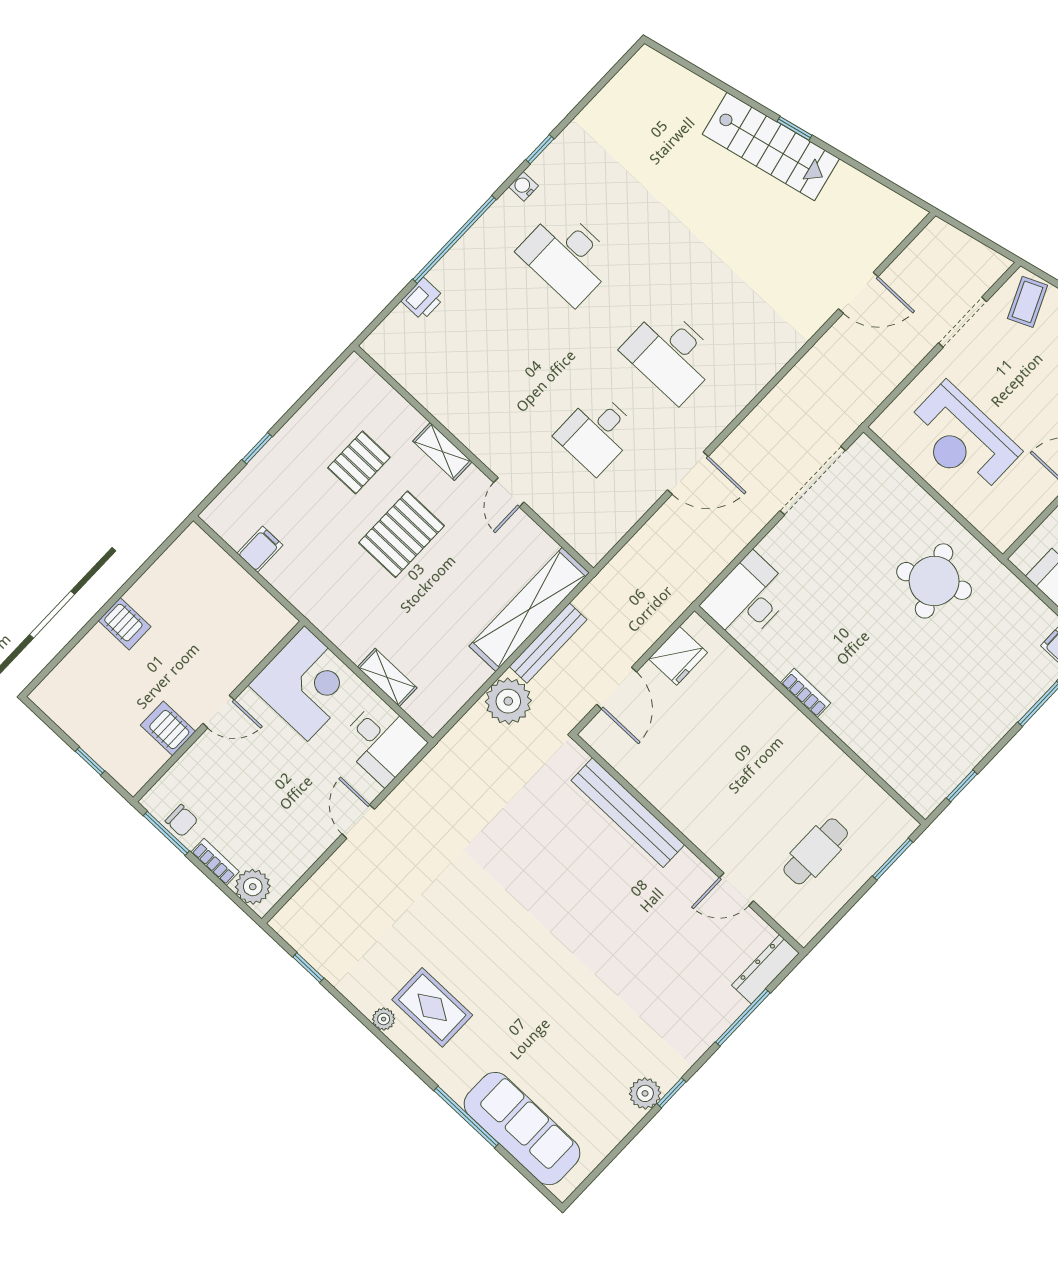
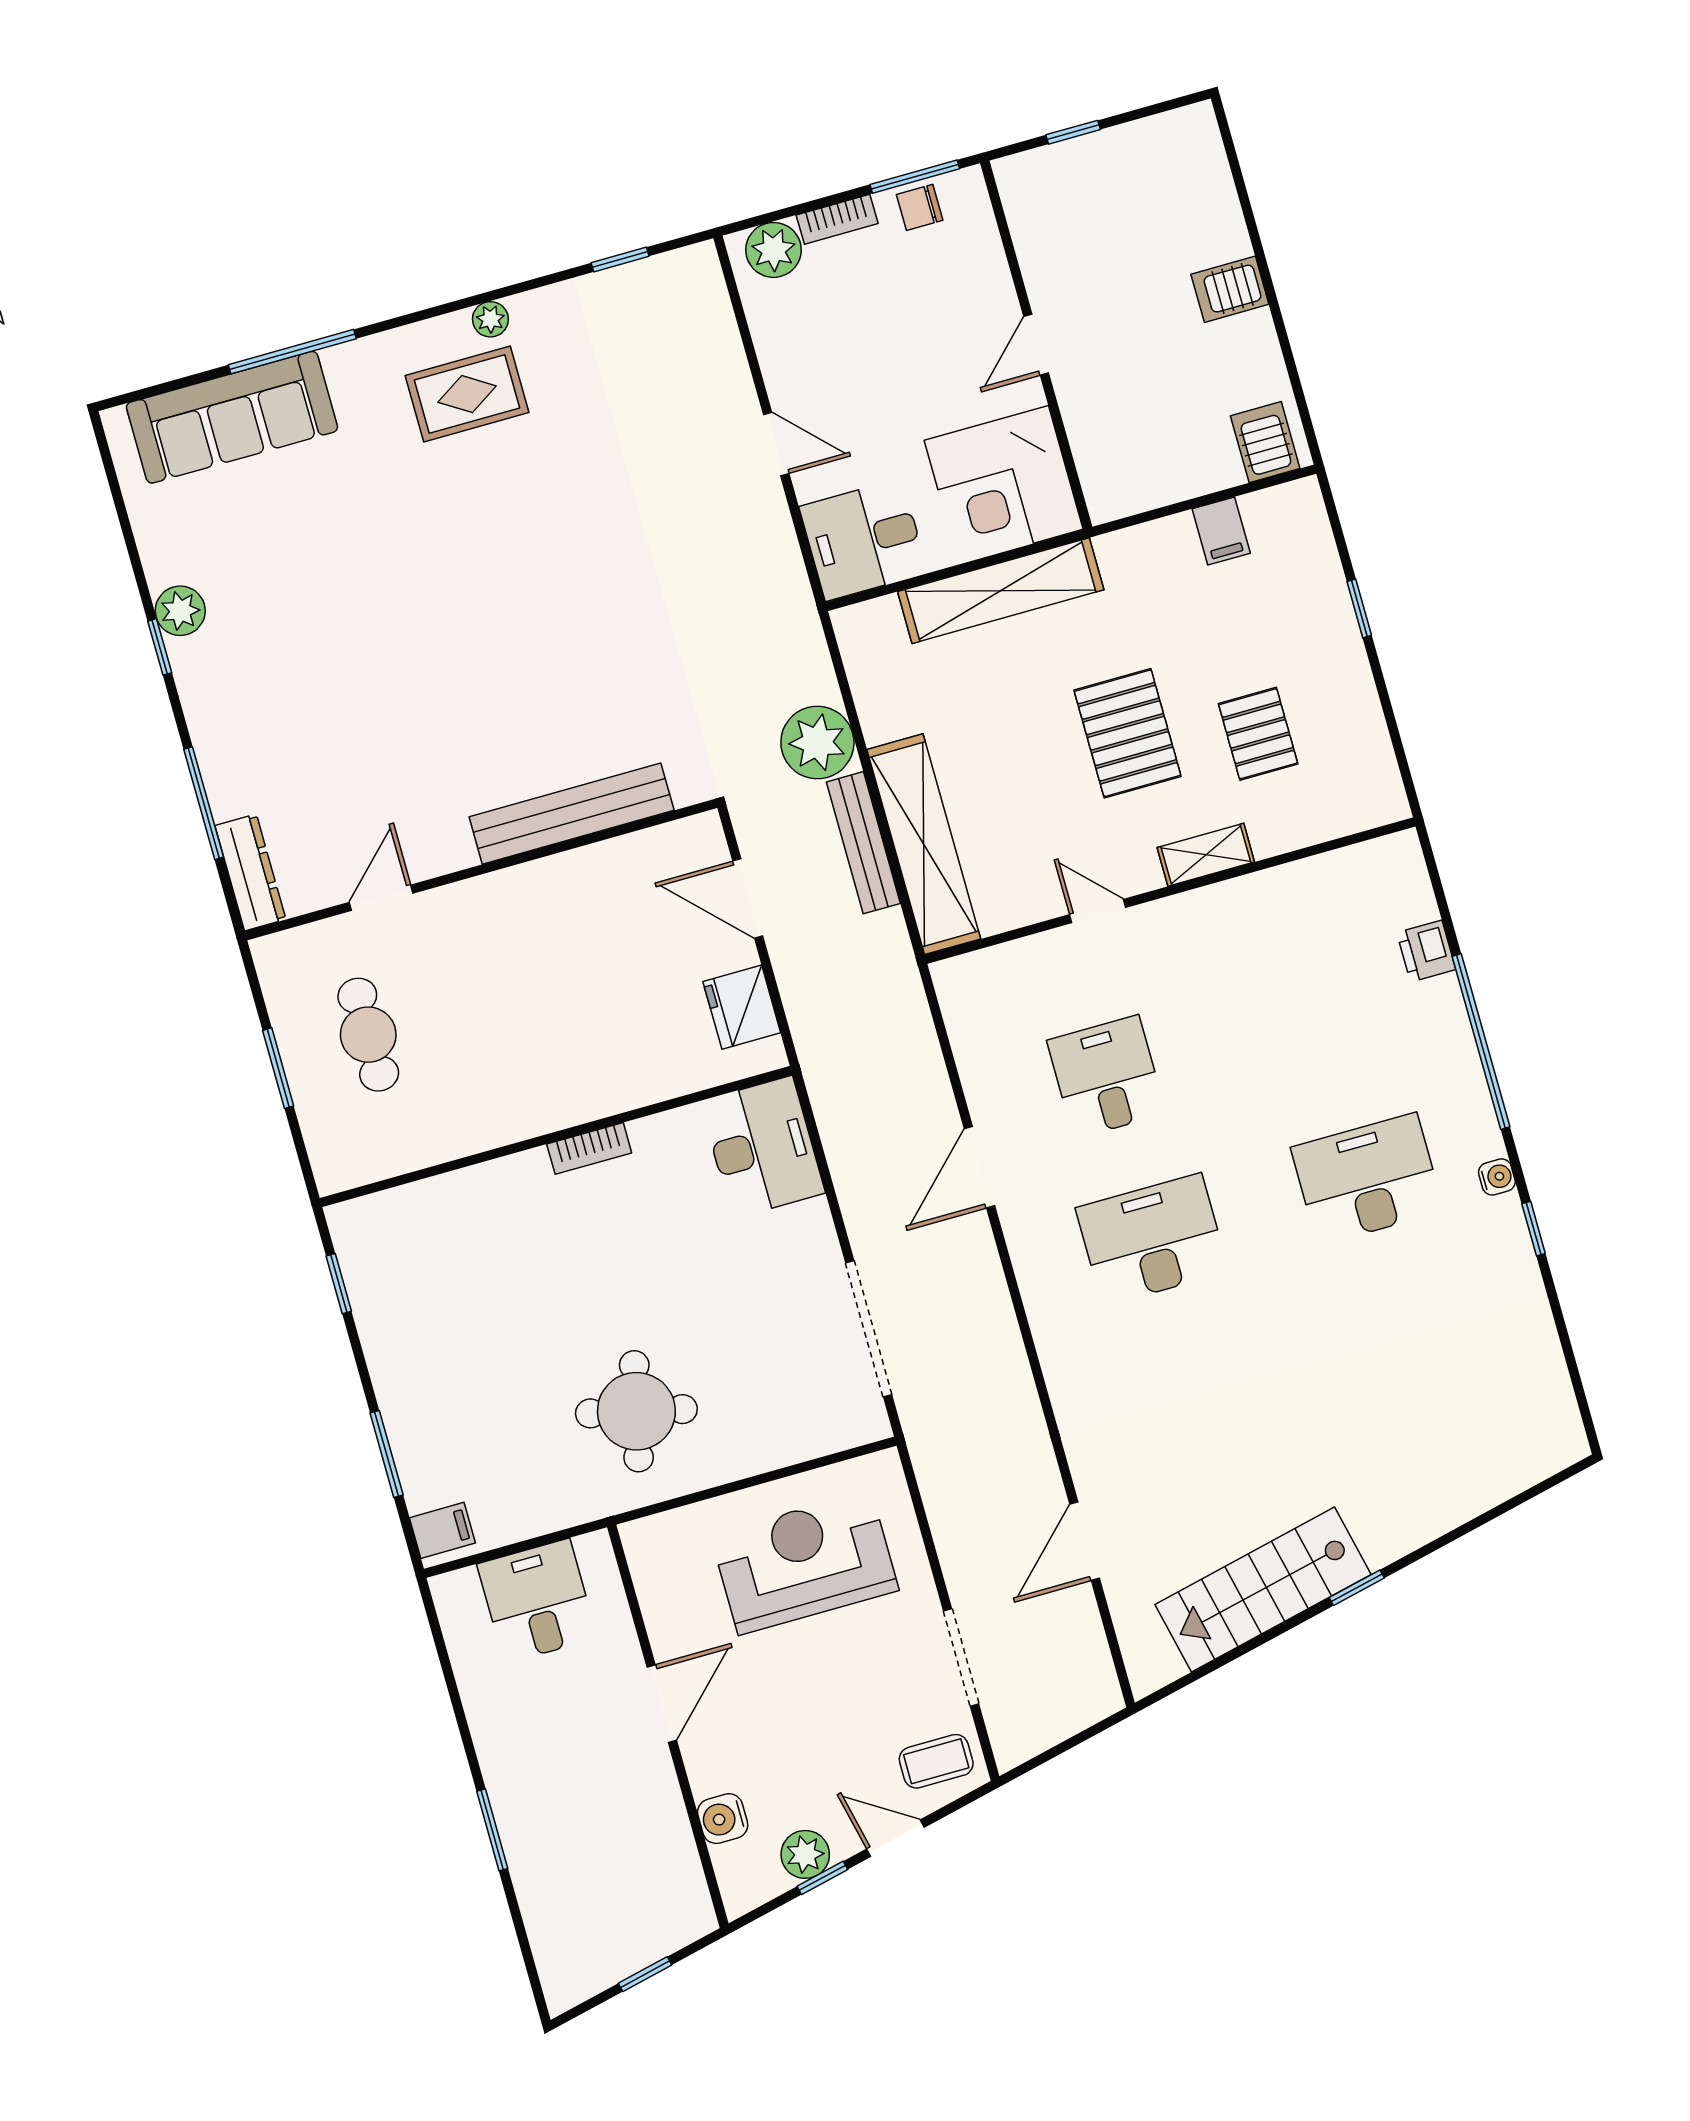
stairs: (771, 146) -> (1263, 1589), moved
coffee table: (1028, 302) -> (936, 1761), turned -66
round table: (934, 581) -> (636, 1411), turned 38
shelving: (387, 677) -> (1001, 591), width x2.20, depth x1.33
server rack: (168, 728) -> (1265, 442), moved, turned -90
window: (893, 859) -> (278, 1068), moved

